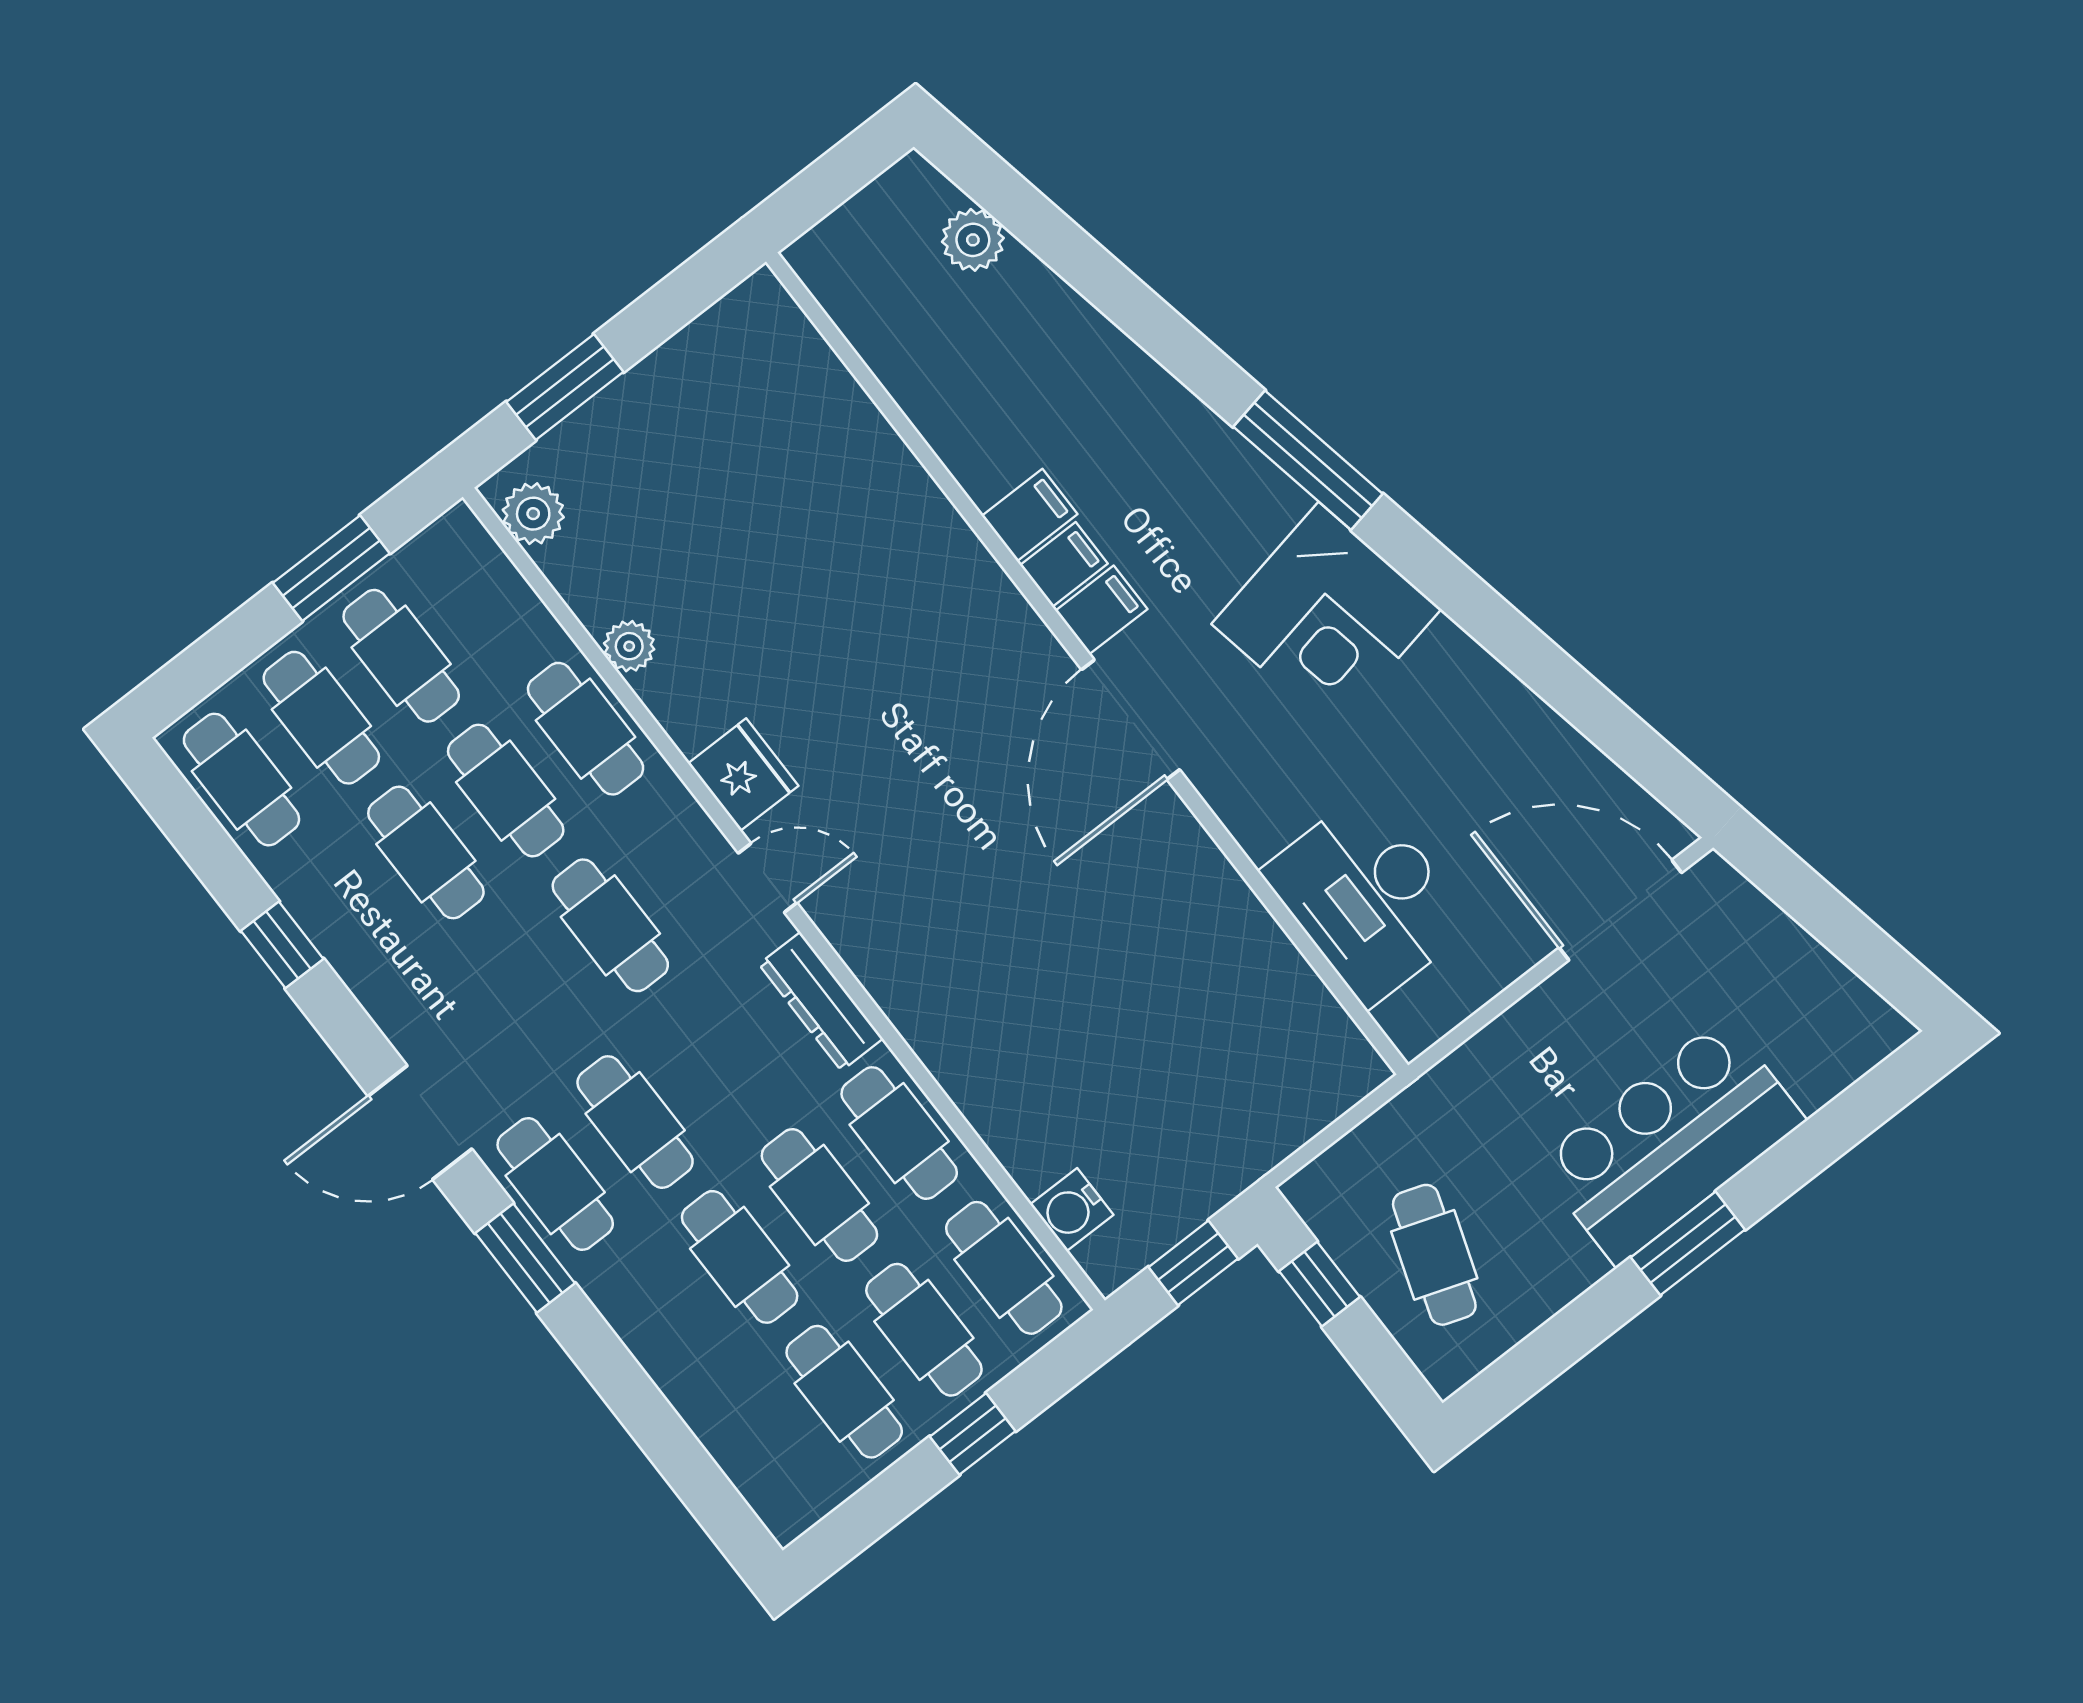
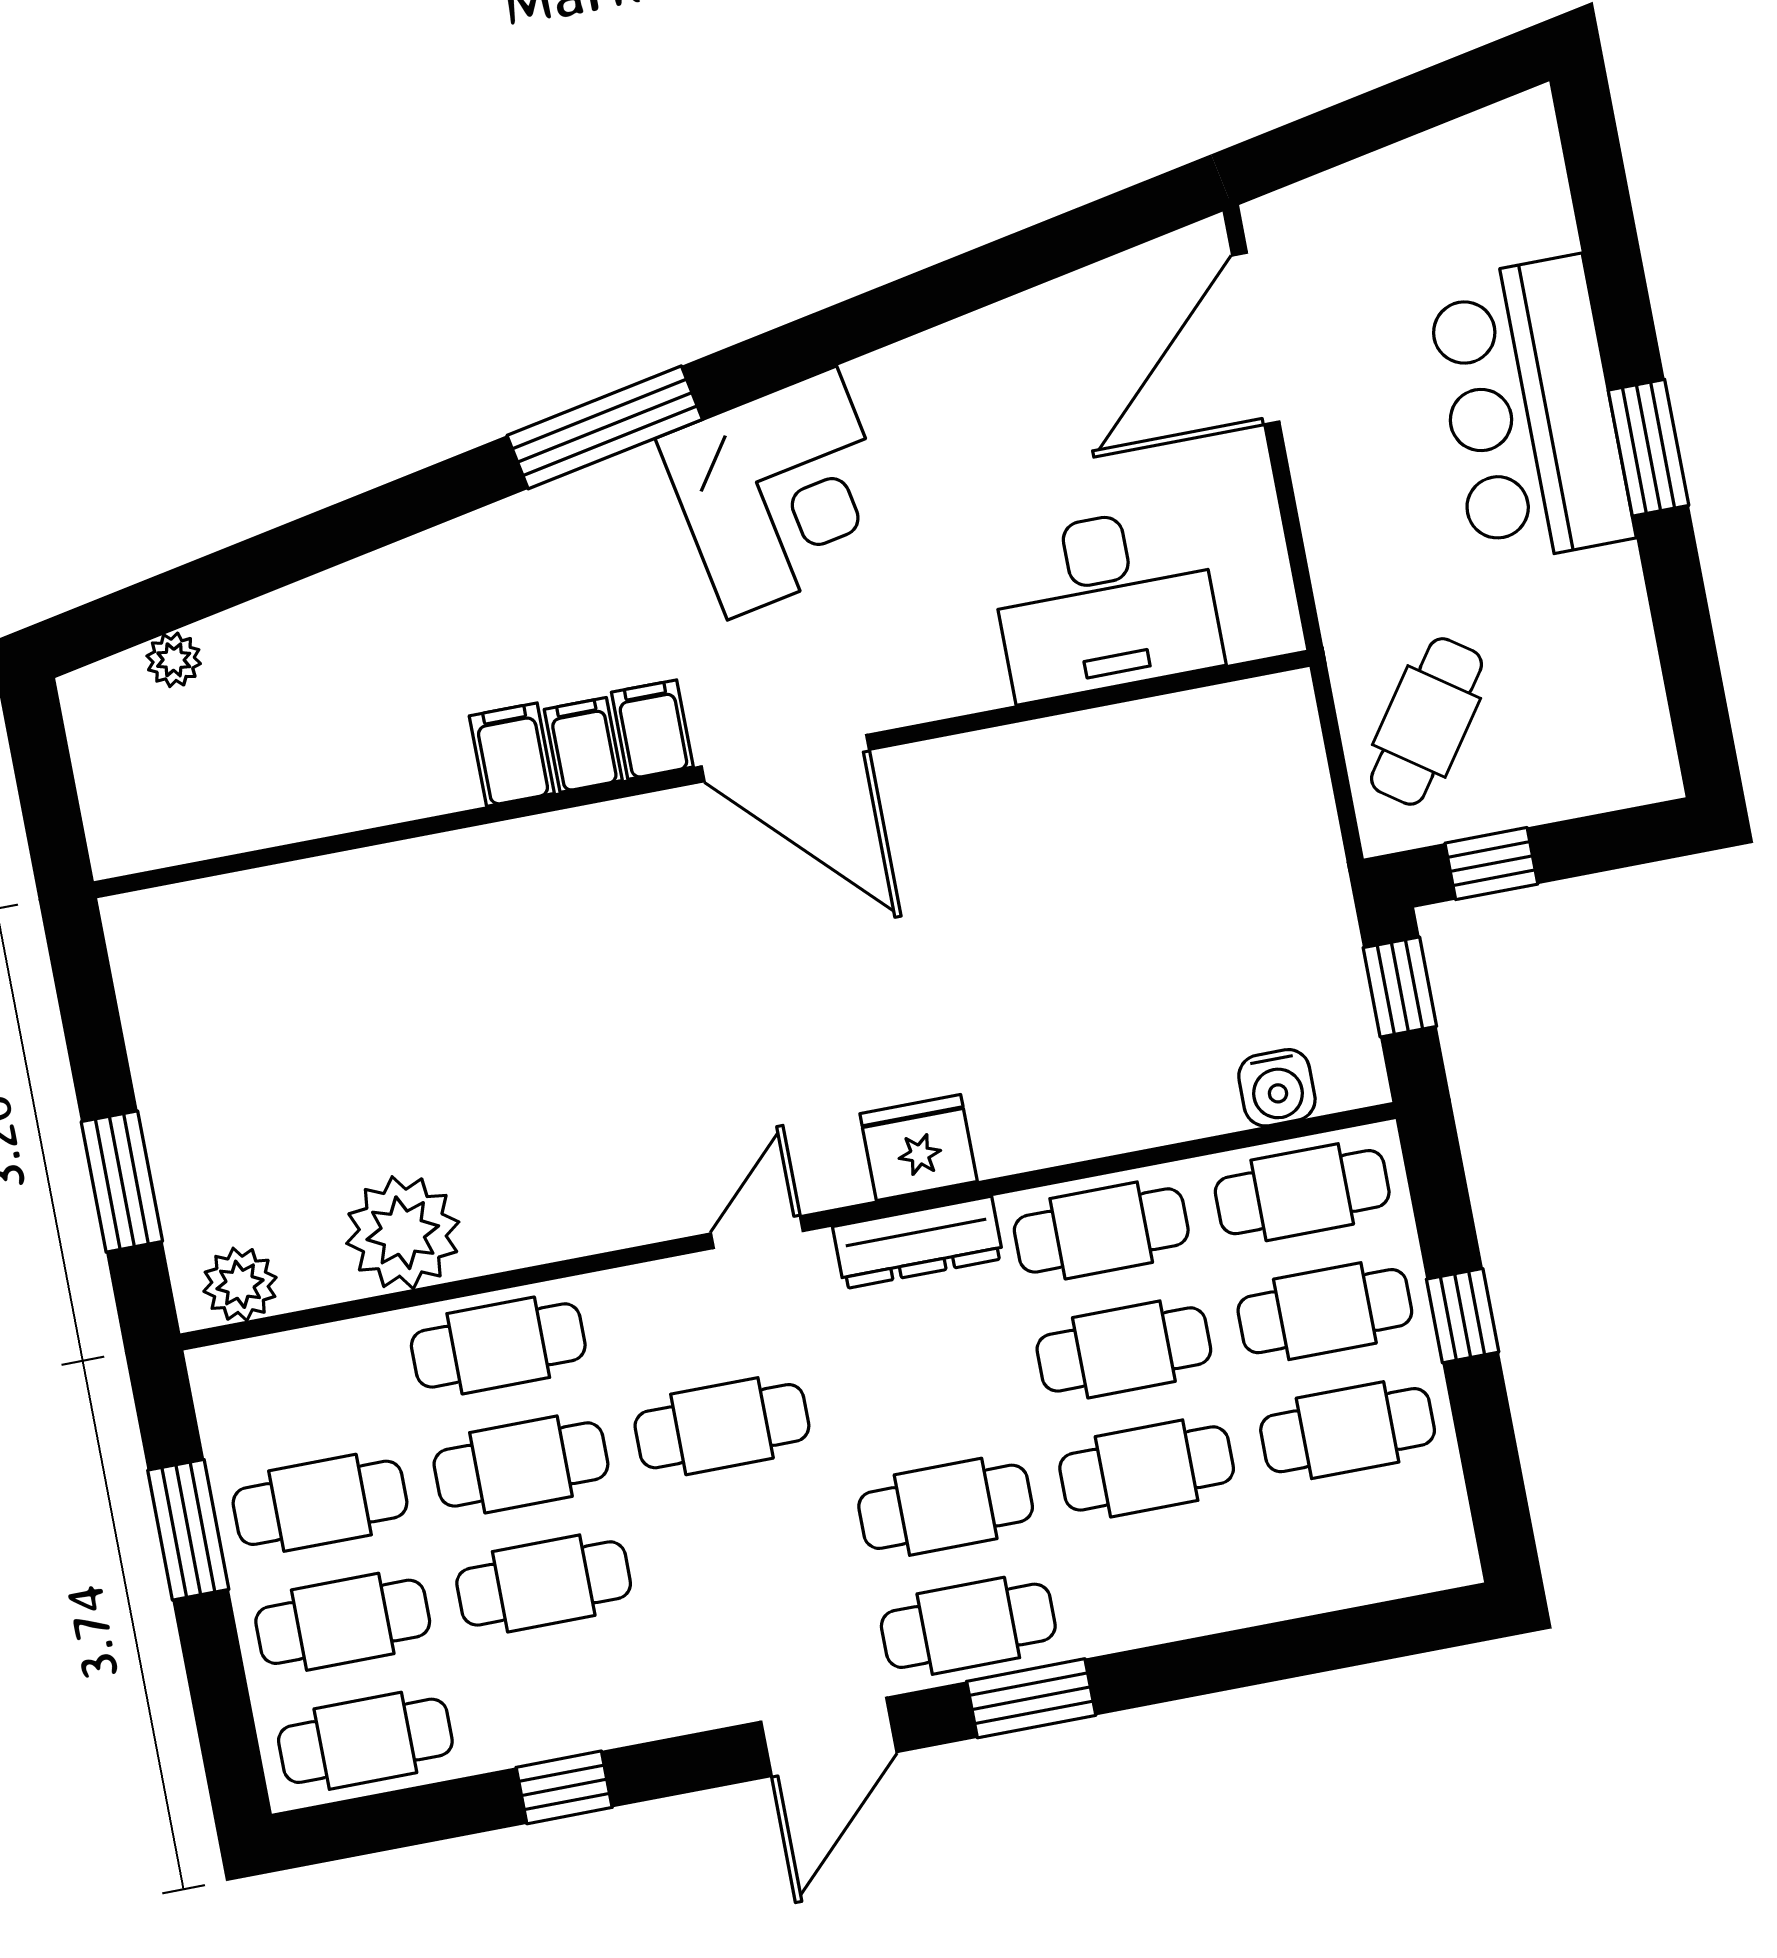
plant: (973, 240) -> (174, 660), width x0.73, depth x0.73
plant: (629, 646) -> (403, 1233), width x1.88, depth x1.88
fridge: (743, 775) -> (919, 1148), moved
cafe table: (1434, 1255) -> (1427, 721), moved, turned -74

